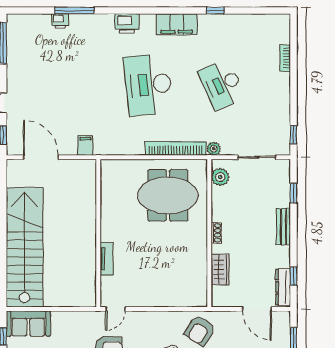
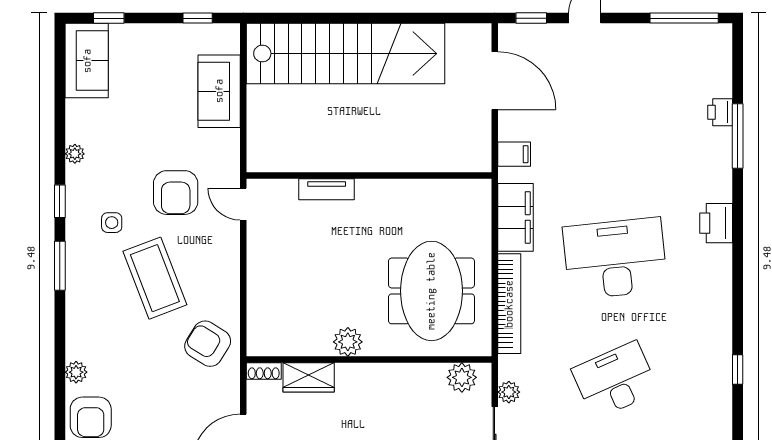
filing cabinet: (177, 24) -> (515, 217), moved, turned 180
plant: (214, 149) -> (509, 392), moved
door: (41, 157) -> (495, 81), hinge flipped
shoe rack: (216, 233) -> (264, 371), moved
plant: (199, 246) -> (348, 342), added
sofa: (28, 324) -> (219, 91), moved

